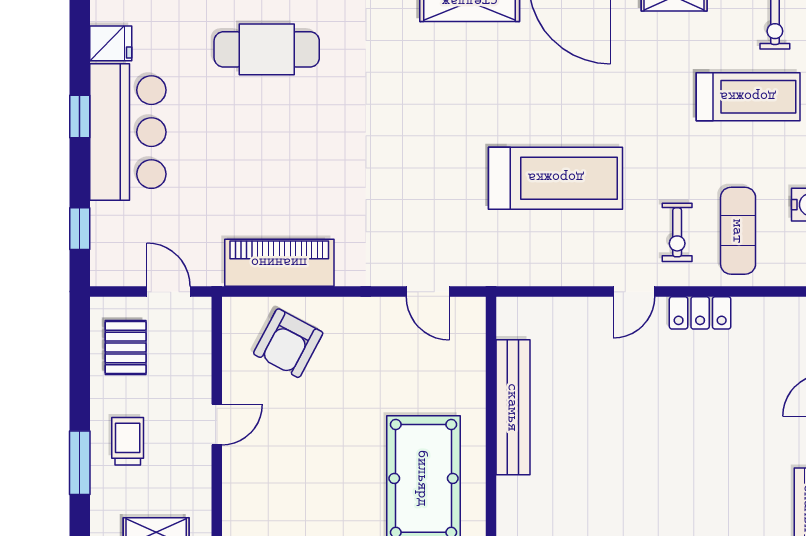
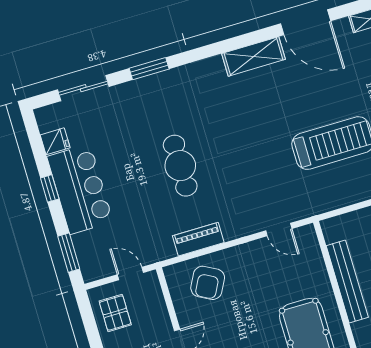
cafe table: (267, 49) -> (180, 166), moved, turned 90
window: (80, 229) -> (69, 253), width x1.50
piano: (279, 263) -> (198, 239), width x0.73, depth x0.75

